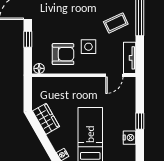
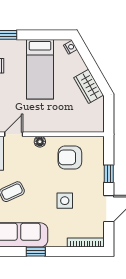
side table: (88, 47) -> (65, 201), moved
floor lamp: (39, 68) -> (40, 142), moved

